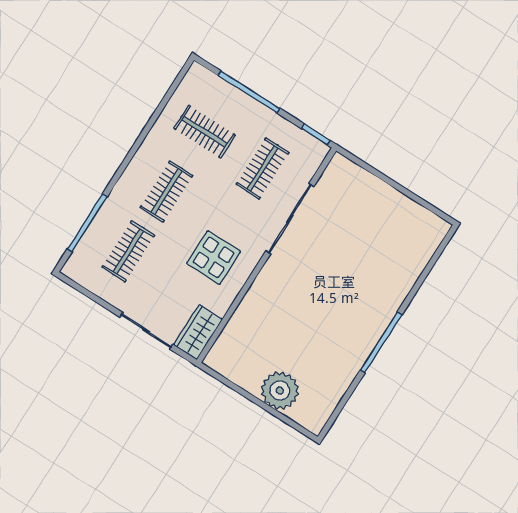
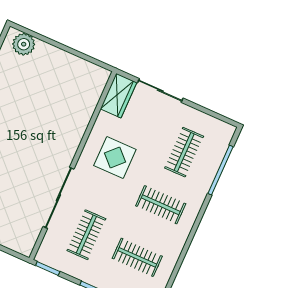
clothes rail: (166, 191) -> (161, 205), turned 90
plant: (280, 391) -> (24, 44), moved, width x0.73, depth x0.73

